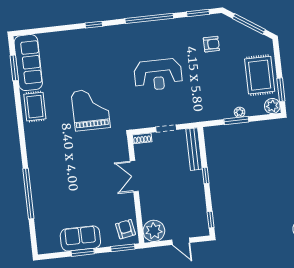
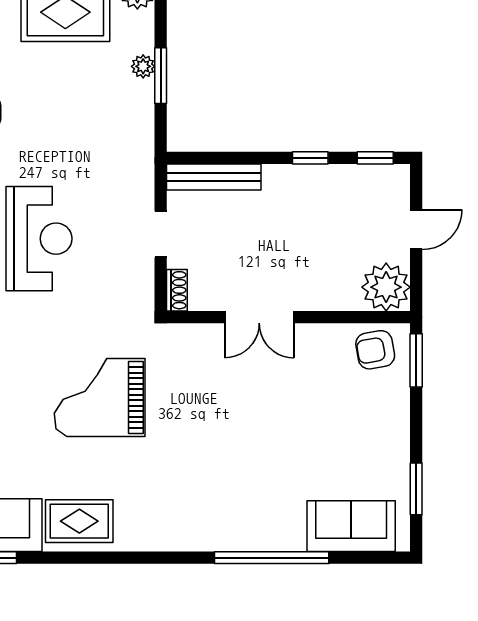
window: (206, 176) -> (310, 158), moved
sofa: (80, 238) -> (351, 526), moved, turned 90
window: (83, 252) -> (416, 489), moved

